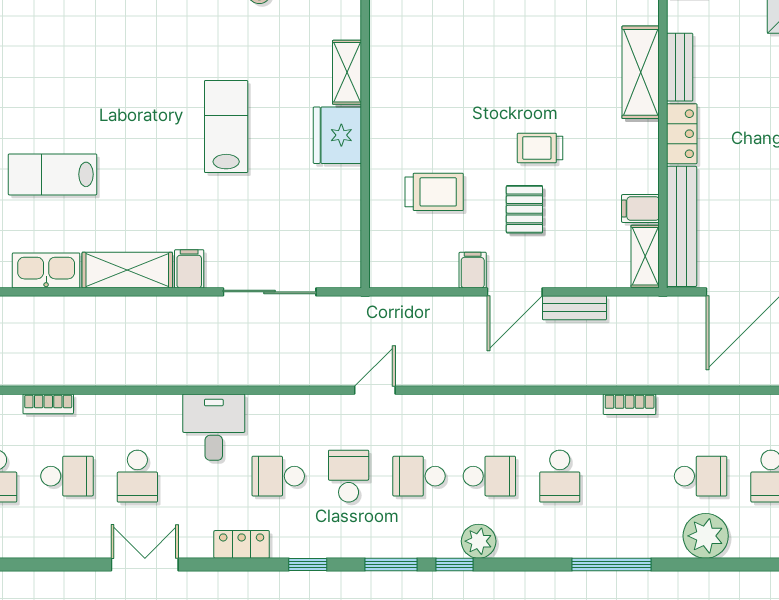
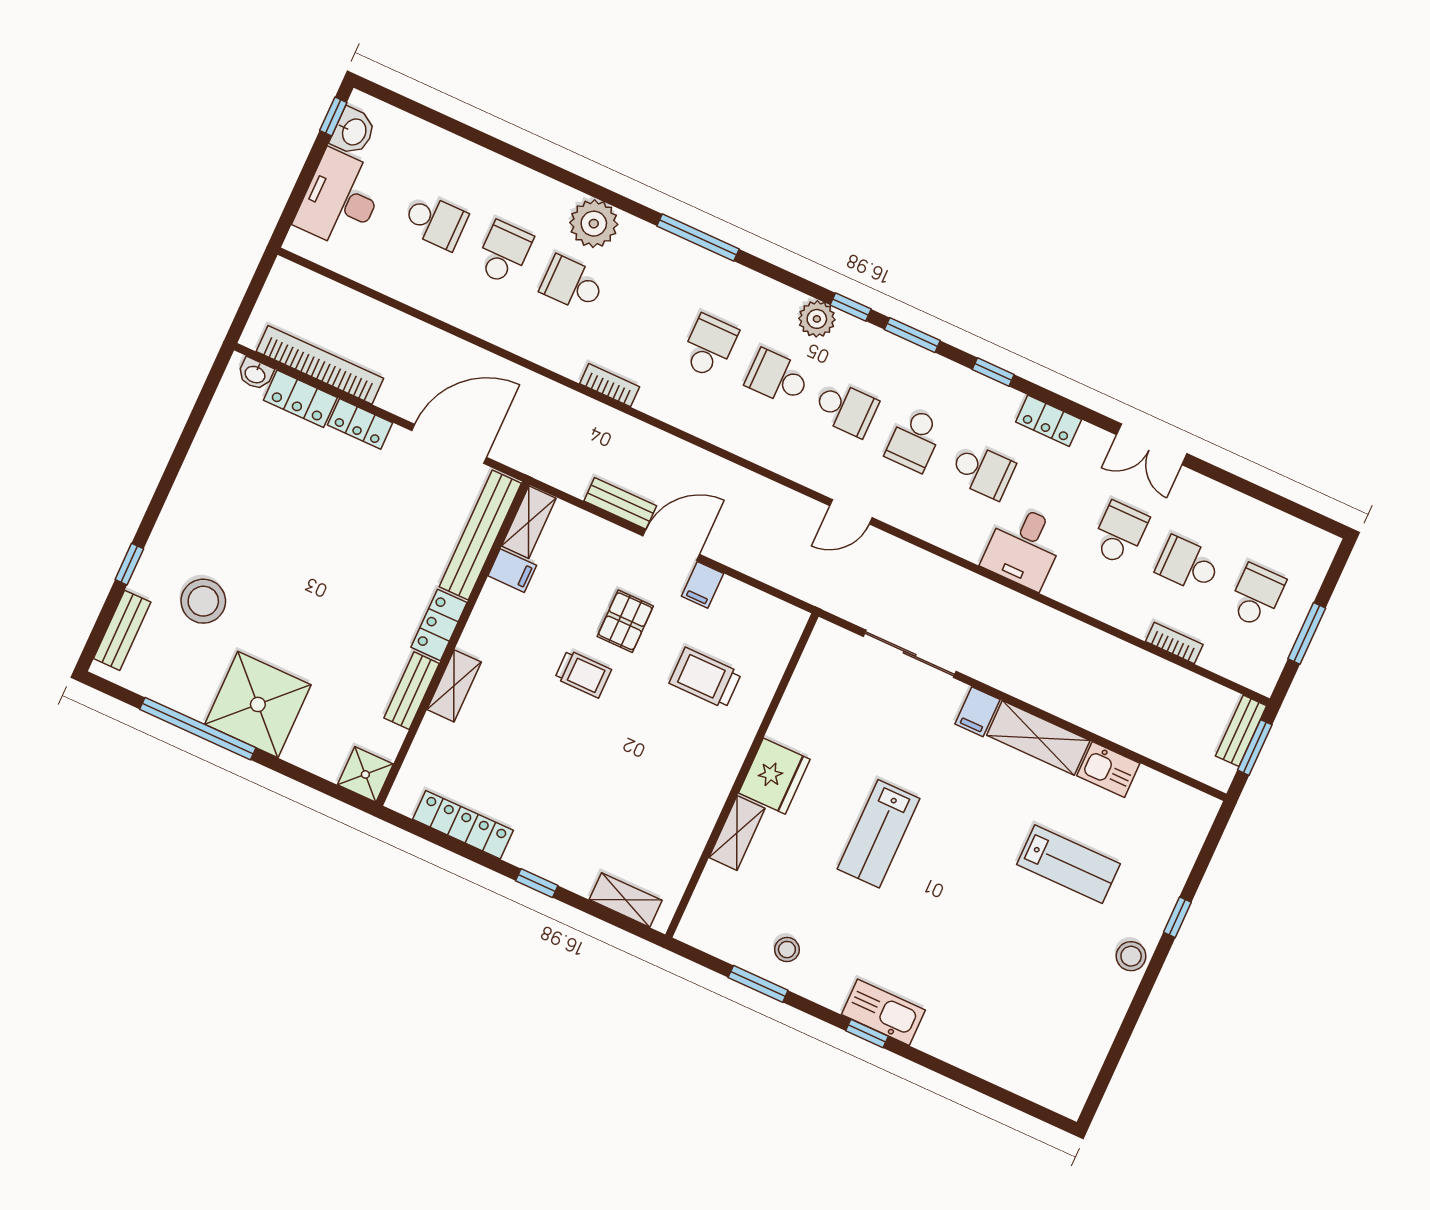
shelving: (641, 72) -> (454, 686), width x0.67, depth x0.75
kitchen sink: (46, 271) -> (1108, 769), width x0.73

